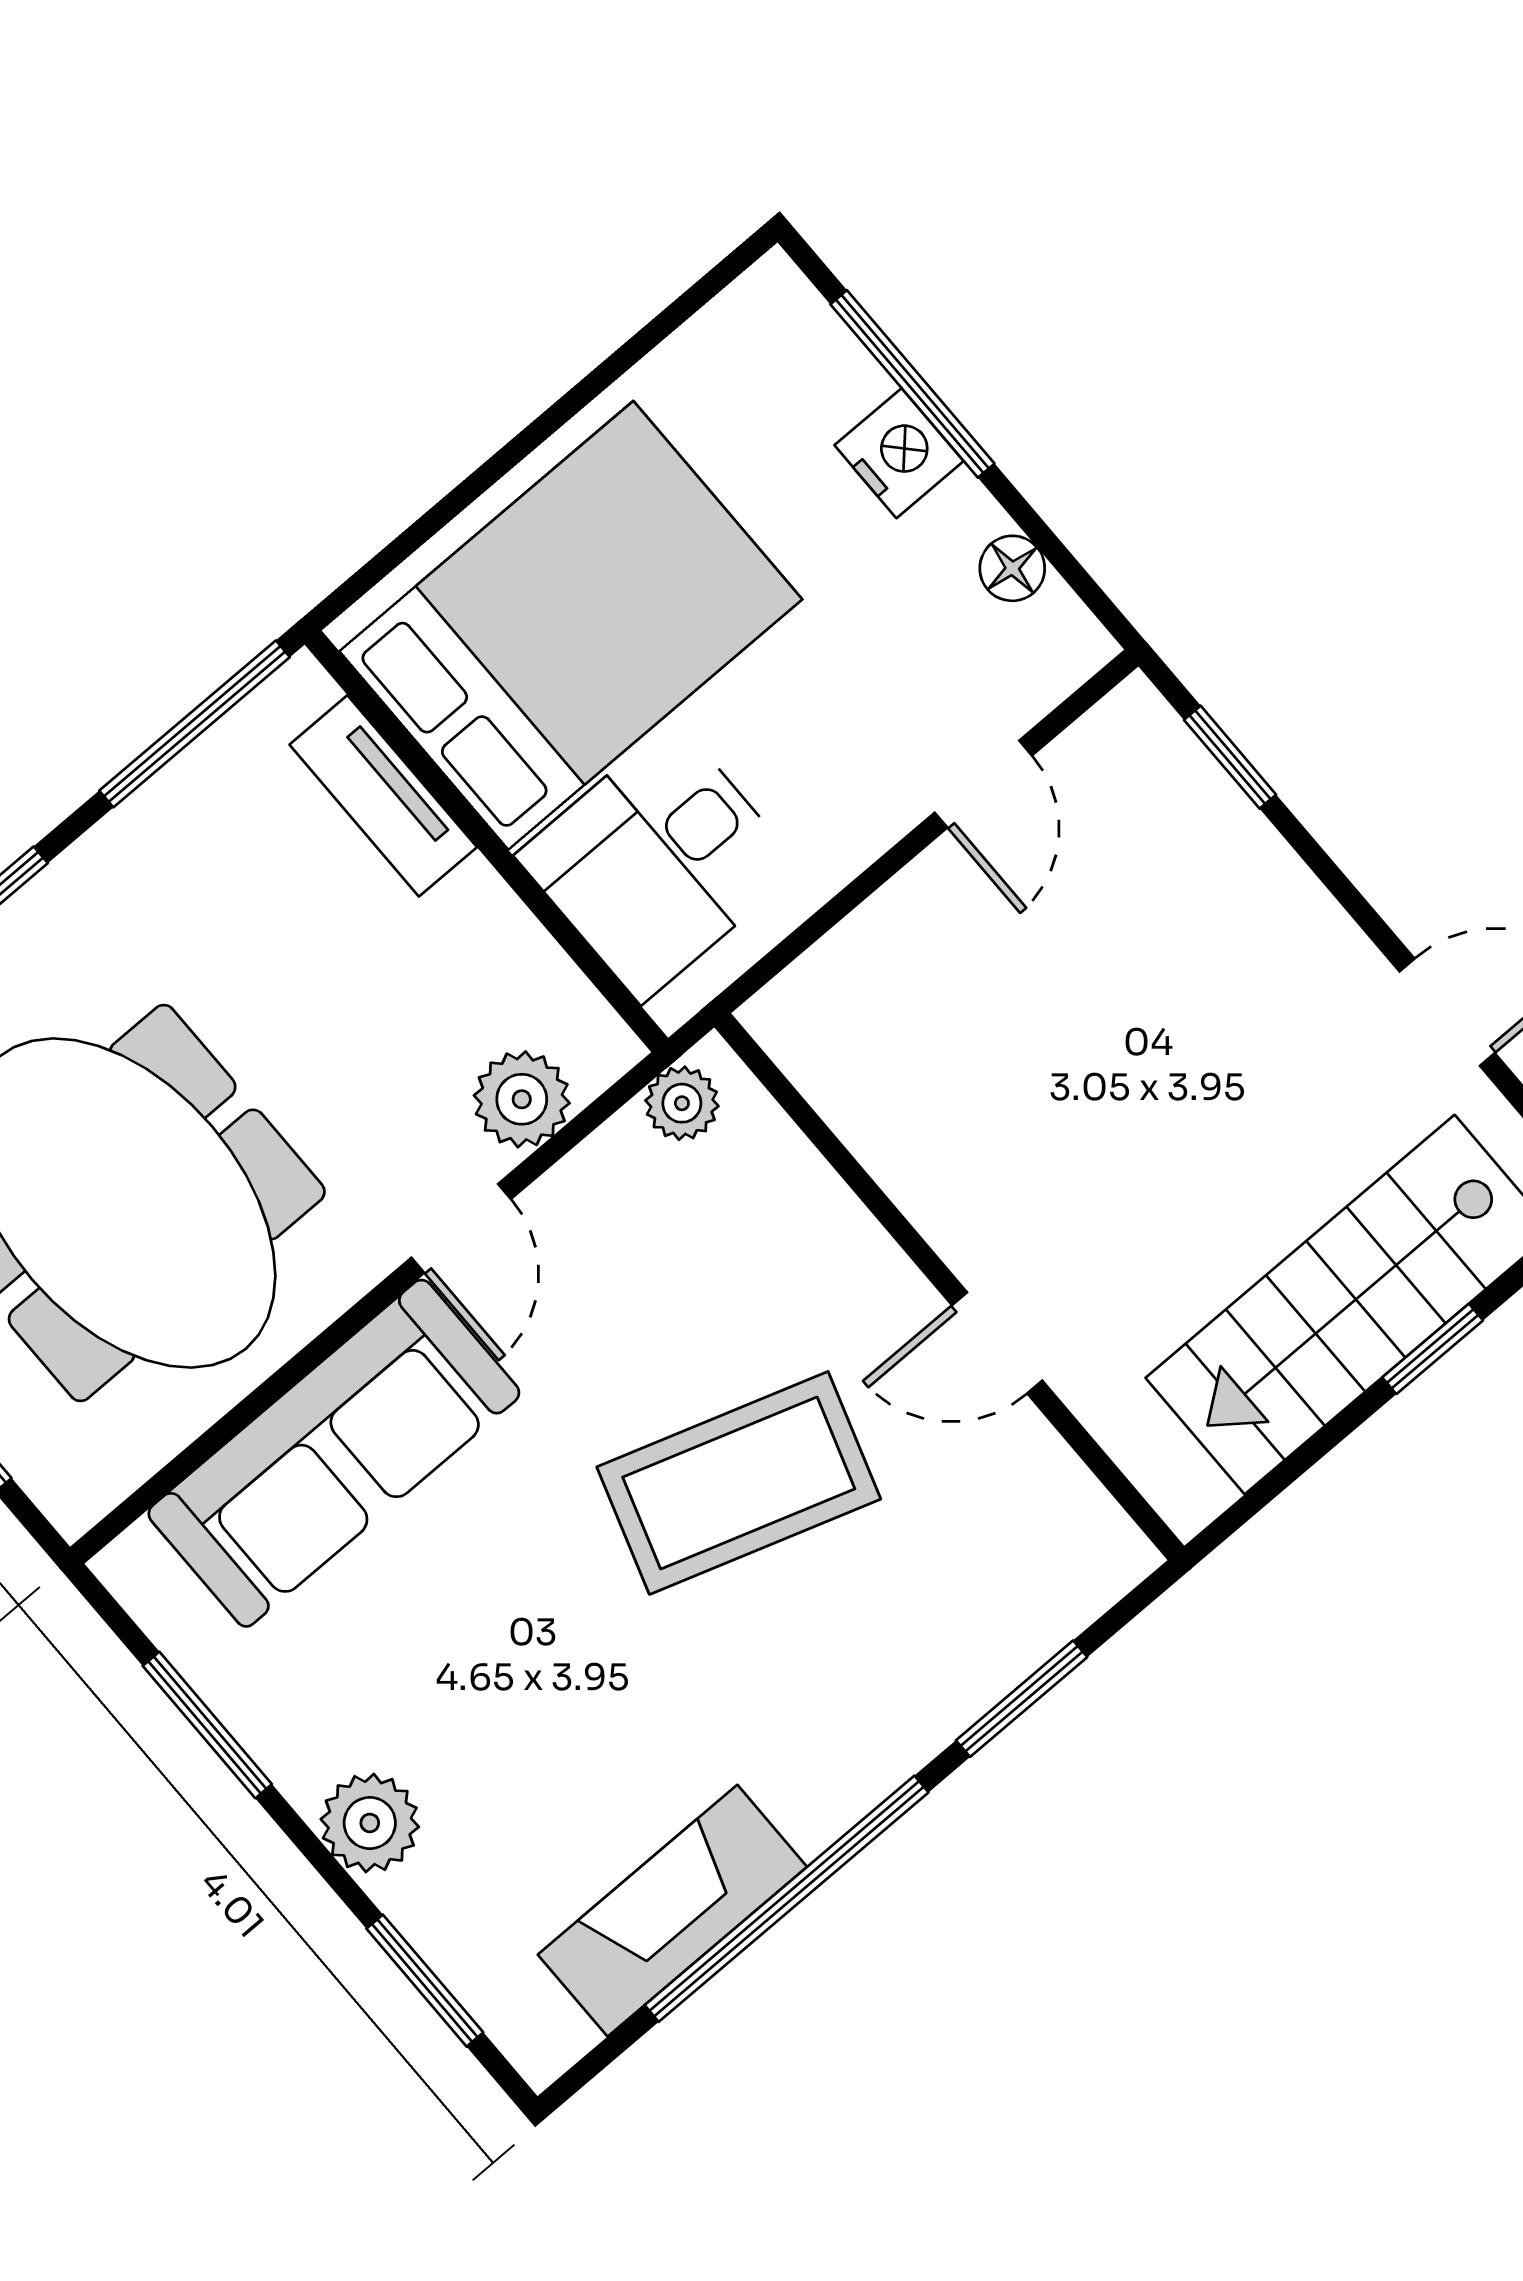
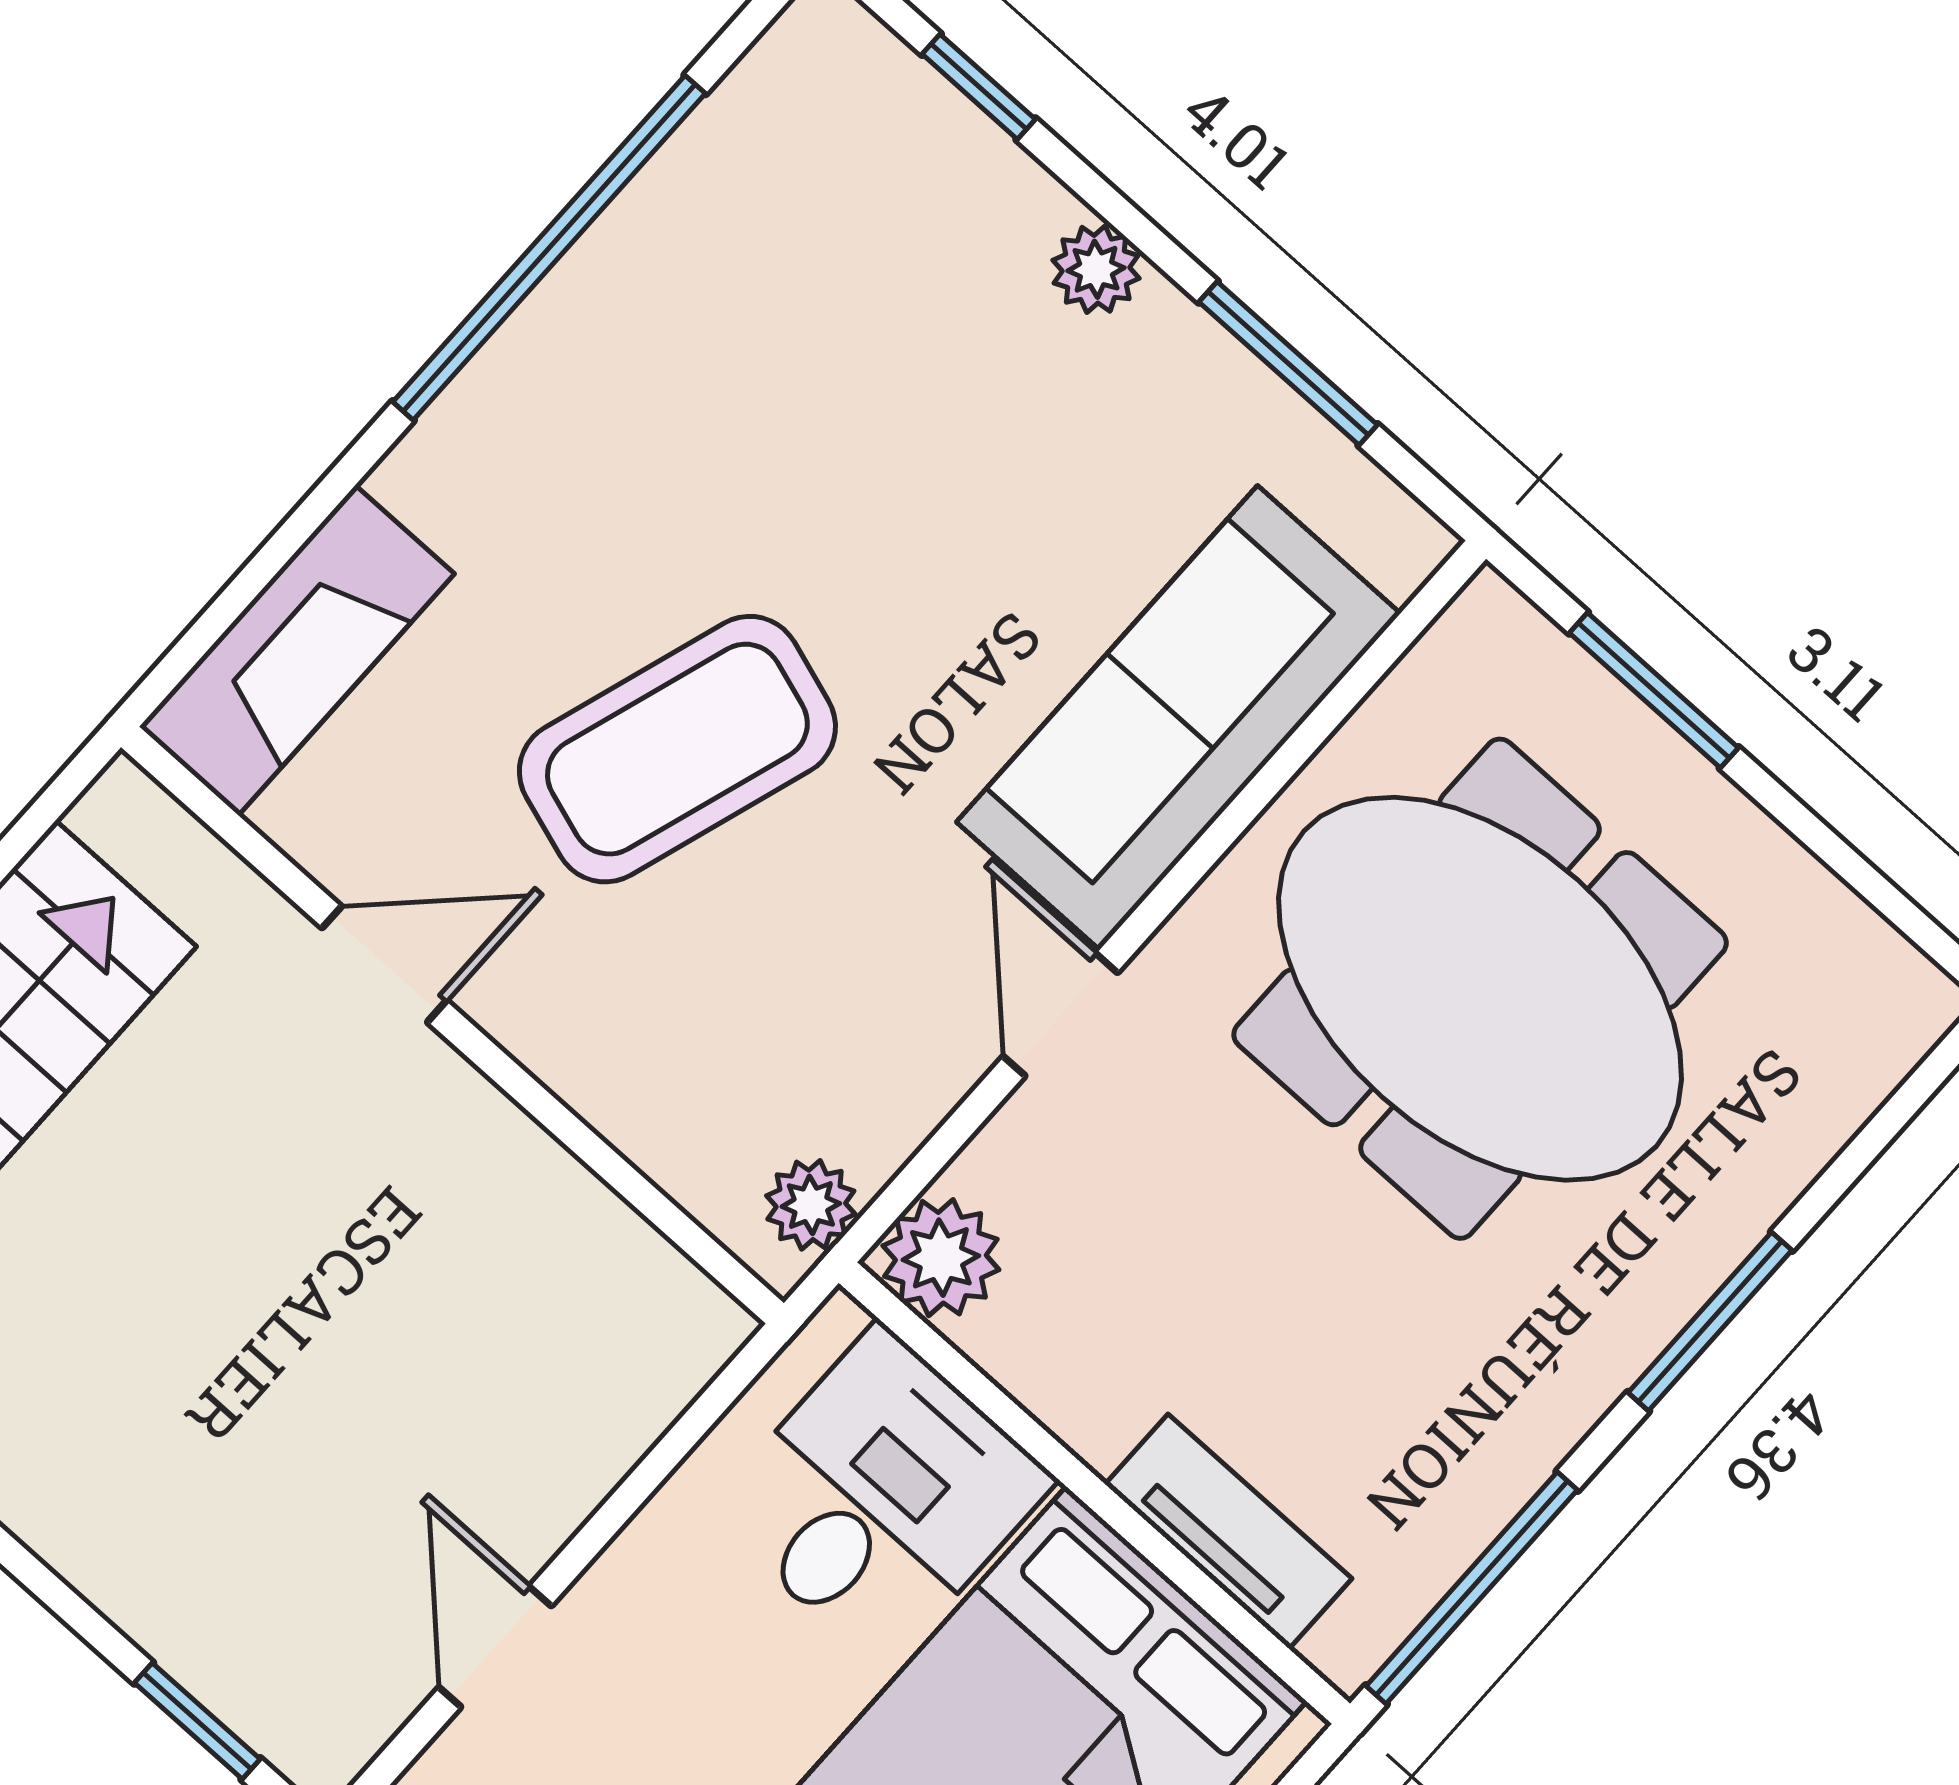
plant: (522, 1099) -> (941, 1258), moved
window: (1022, 1699) -> (295, 532), removed
plant: (370, 1823) -> (1096, 269), width x0.73, depth x0.73
fireplace: (672, 1911) -> (297, 650), moved
window: (425, 1981) -> (979, 87), width x0.67

